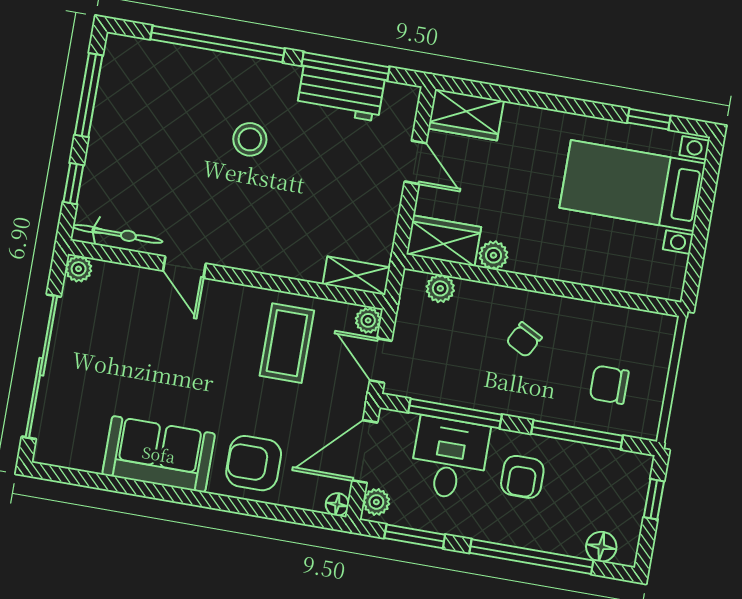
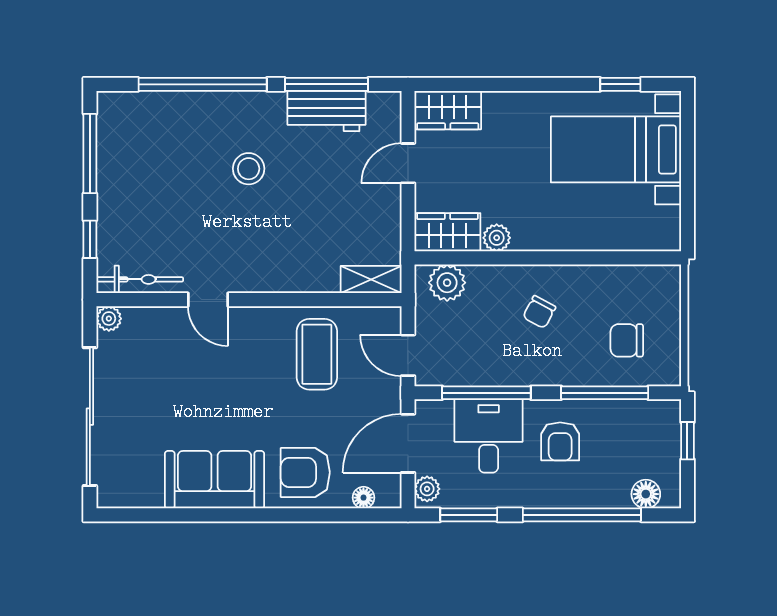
door: (415, 162) -> (408, 163), swing flipped
plant: (440, 288) -> (447, 283), width x1.38, depth x1.38
plant: (368, 320) -> (389, 320), removed
floor lamp: (337, 504) -> (363, 498), moved

